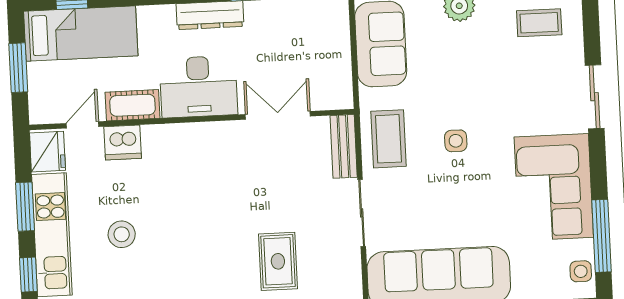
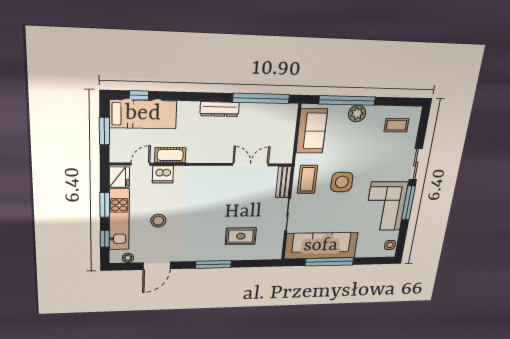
desk: (198, 87) -> (209, 147), removed
side table: (456, 141) -> (342, 182), width x1.87, depth x1.87
window: (601, 236) -> (408, 203), moved
rug: (278, 261) -> (241, 236), turned 90

